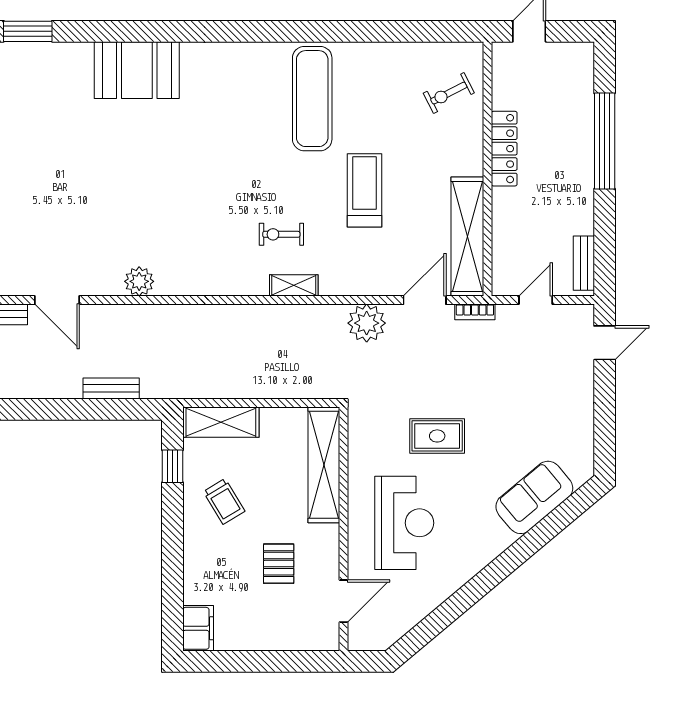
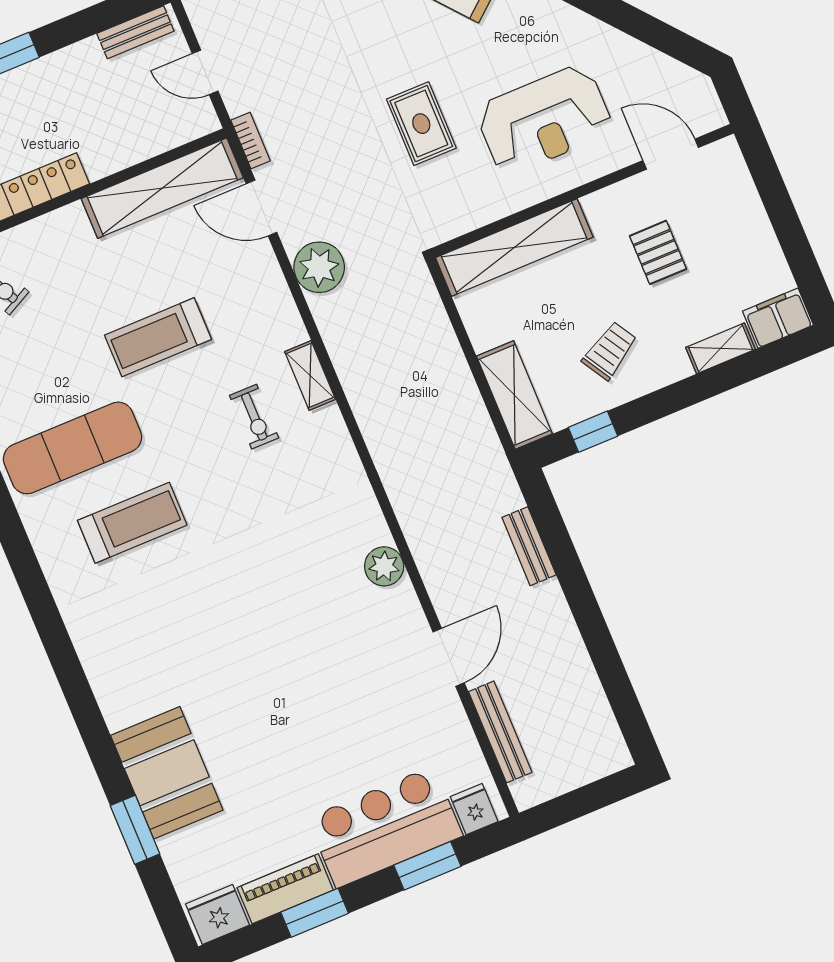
booth: (137, 70) -> (167, 773), moved
treadmill: (243, 119) -> (132, 523), added
reception desk: (404, 523) -> (544, 120), turned 180
pallet: (279, 564) -> (658, 252), turned 90
shelving: (194, 579) -> (721, 348), added

